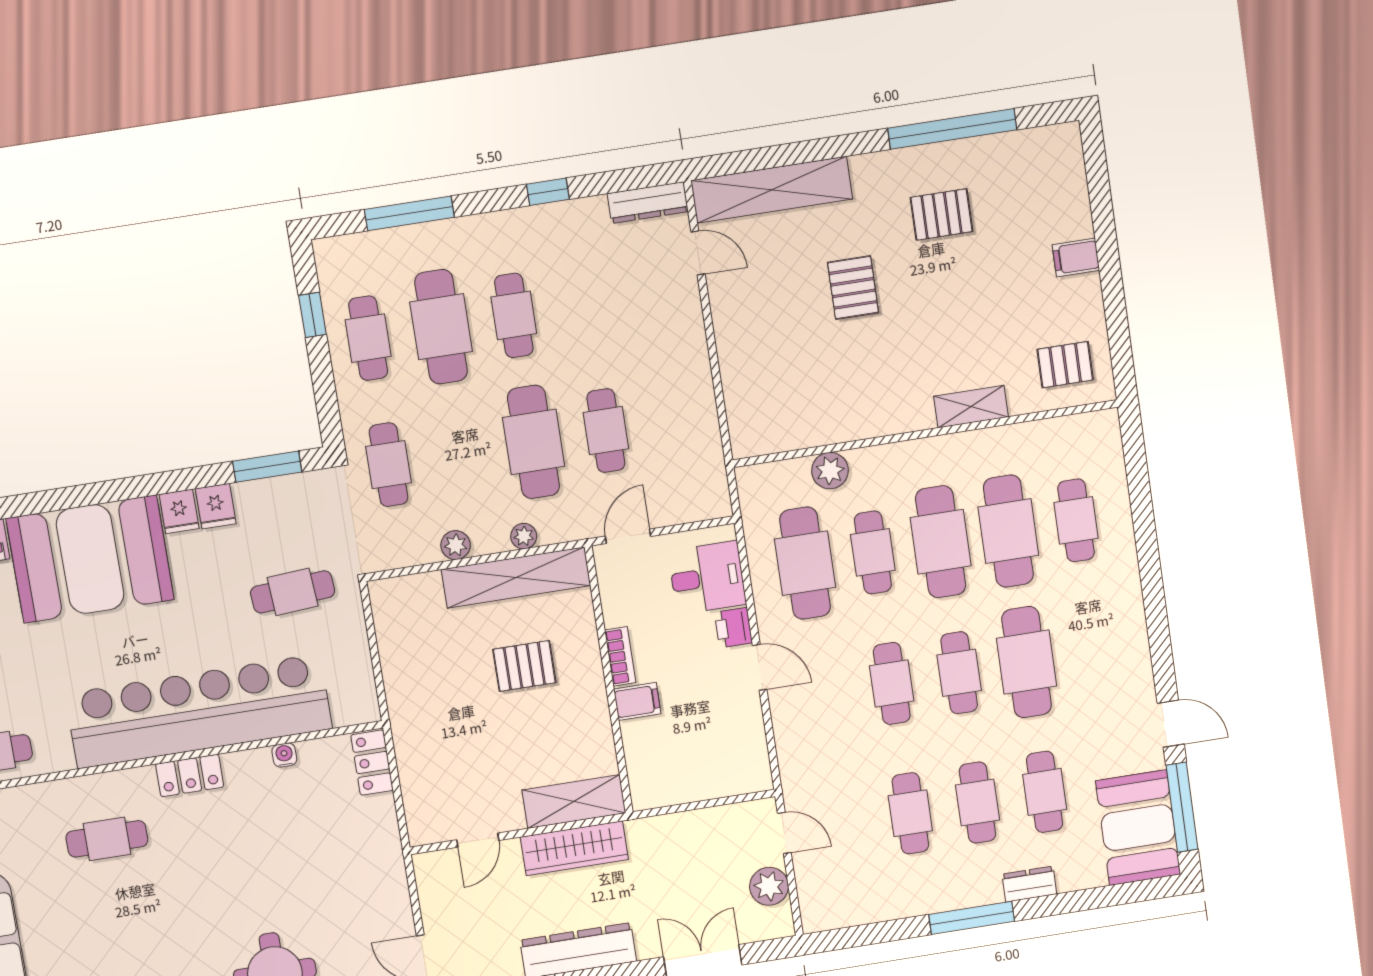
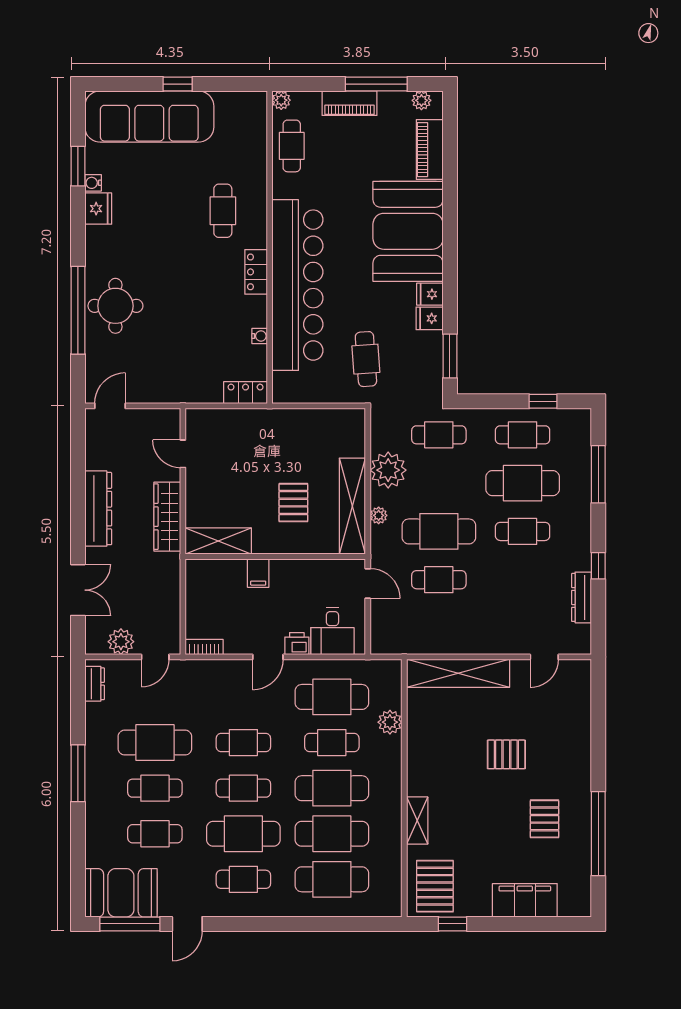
shelving: (772, 190) -> (458, 673), moved, turned 90
dresser: (648, 203) -> (581, 597), moved
filing cabinet: (1076, 257) -> (525, 900), width x3.00, depth x1.17
window: (1118, 329) -> (453, 924), added
pallet: (1065, 365) -> (435, 886), width x1.50, depth x1.42
cafe table: (1076, 520) -> (332, 879), width x1.37, depth x1.35
plant: (456, 545) -> (388, 470), width x1.87, depth x1.87
cafe table: (1094, 651) -> (243, 879), added
bookcase: (620, 656) -> (204, 647), moved, turned 180
shelving: (574, 802) -> (218, 541), moved, turned 90
cafe table: (910, 813) -> (155, 743), width x1.37, depth x1.35
dresser: (1029, 884) -> (95, 684), moved

